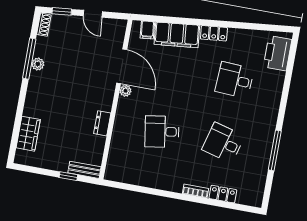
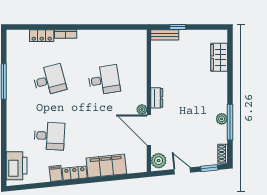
plant: (117, 30) -> (159, 161), added
filing cabinet: (147, 30) -> (56, 173), moved
dresser: (102, 123) -> (157, 98), moved
desk: (223, 143) -> (49, 80), turned -30

